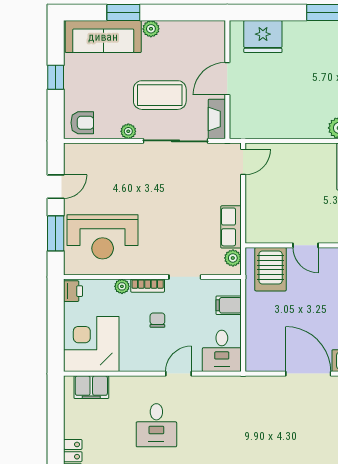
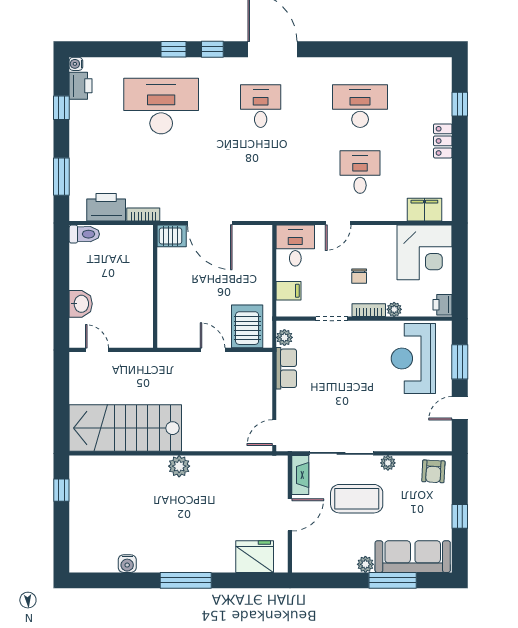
window: (123, 13) -> (393, 580), width x1.44
armchair: (82, 123) -> (433, 471), turned -87
reception desk: (103, 237) -> (413, 358), turned -90

